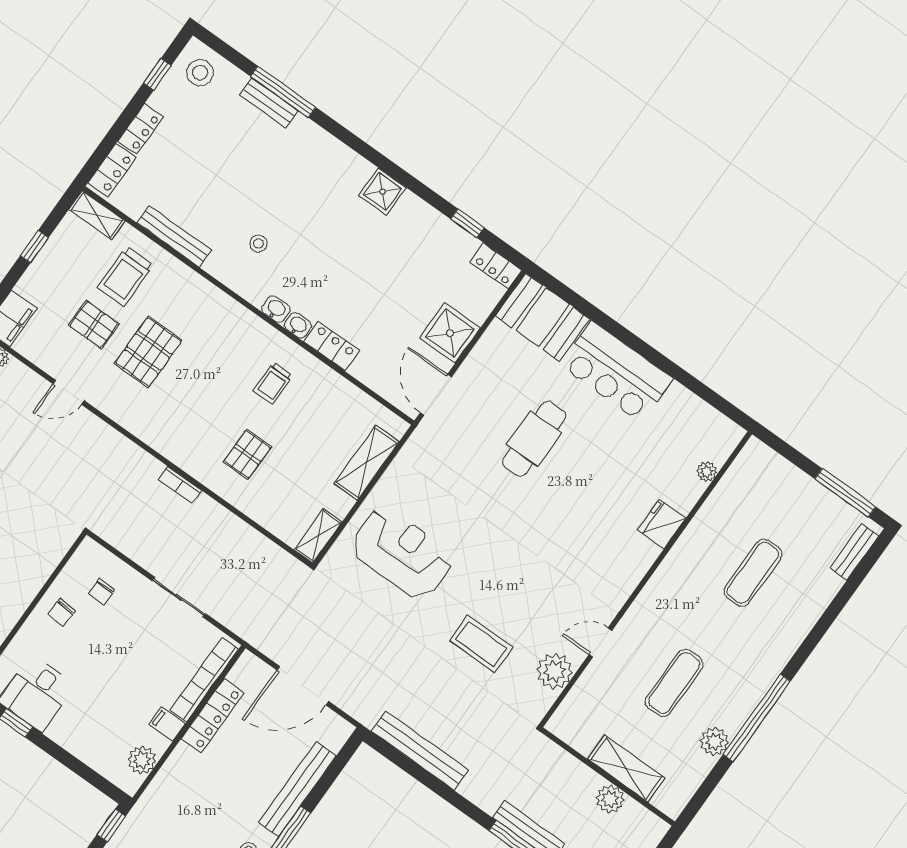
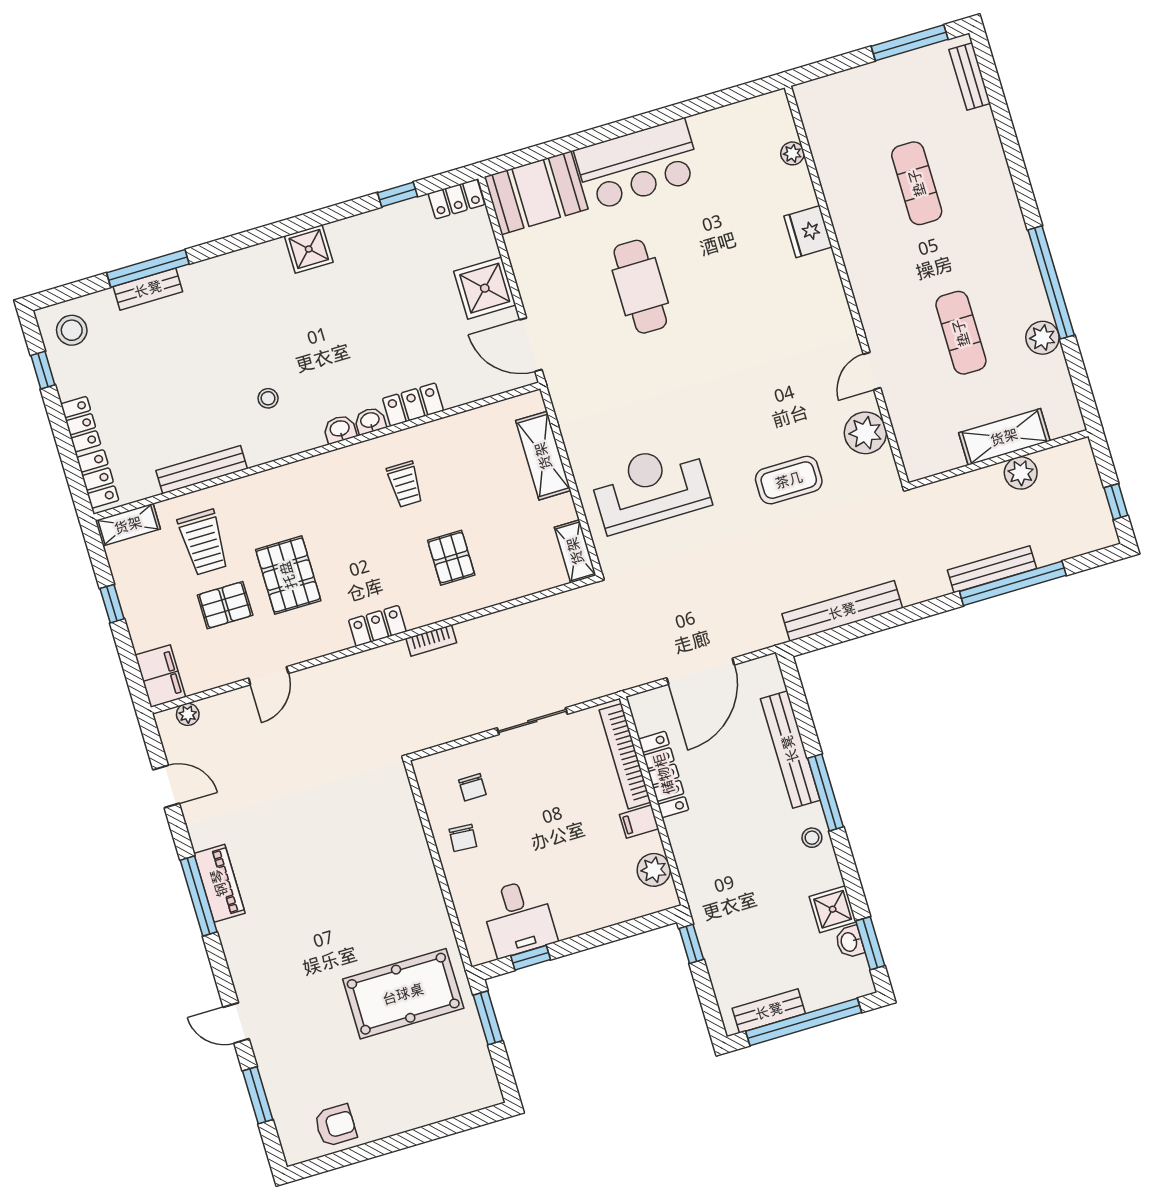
locker: (161, 440) -> (377, 626), added

